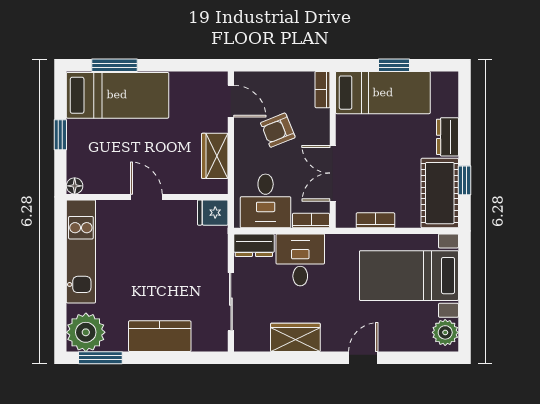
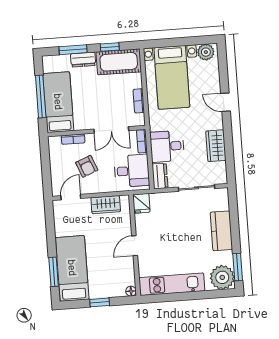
window: (394, 65) -> (41, 96), width x2.17
bookcase: (322, 90) -> (73, 139), moved
window: (464, 122) -> (73, 50), added

